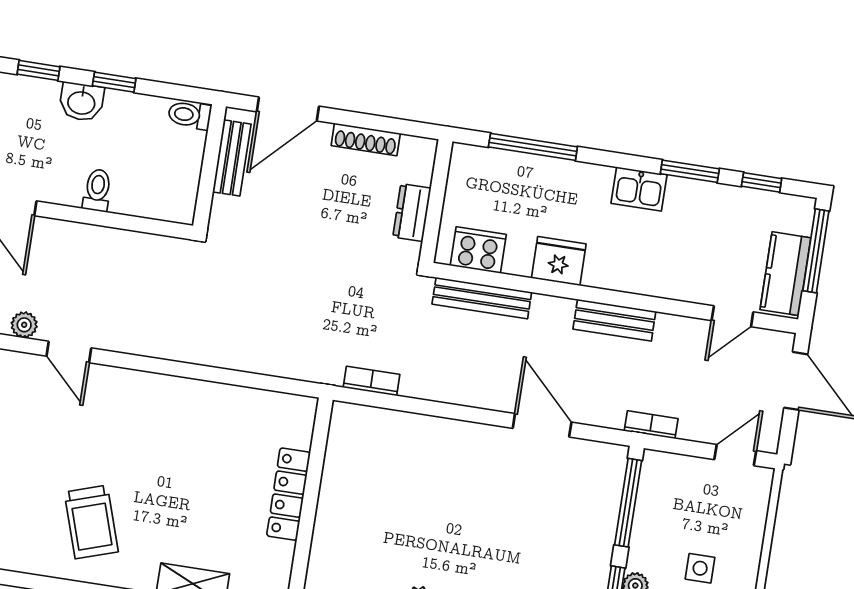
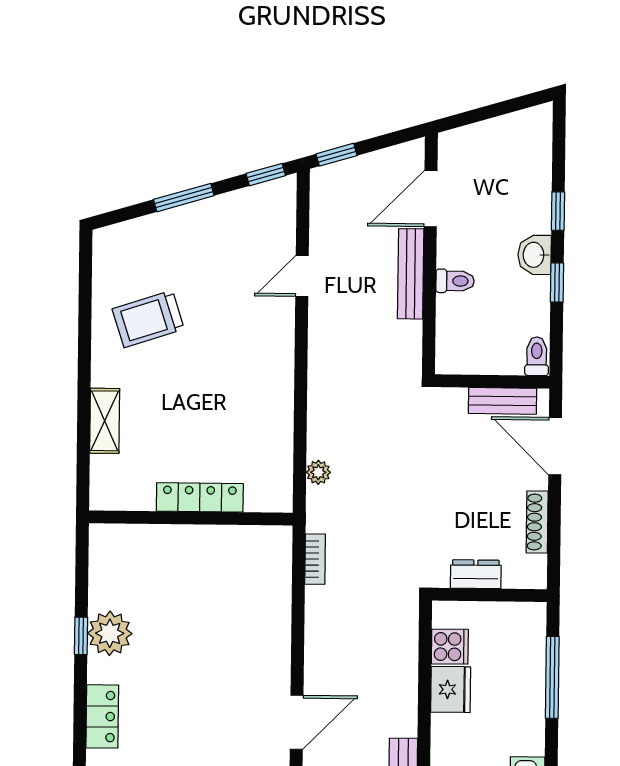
cooker: (478, 250) -> (450, 647), width x0.73
fridge: (559, 261) -> (451, 689), moved
bench: (482, 298) -> (411, 274), moved
plant: (24, 325) -> (318, 472), moved

